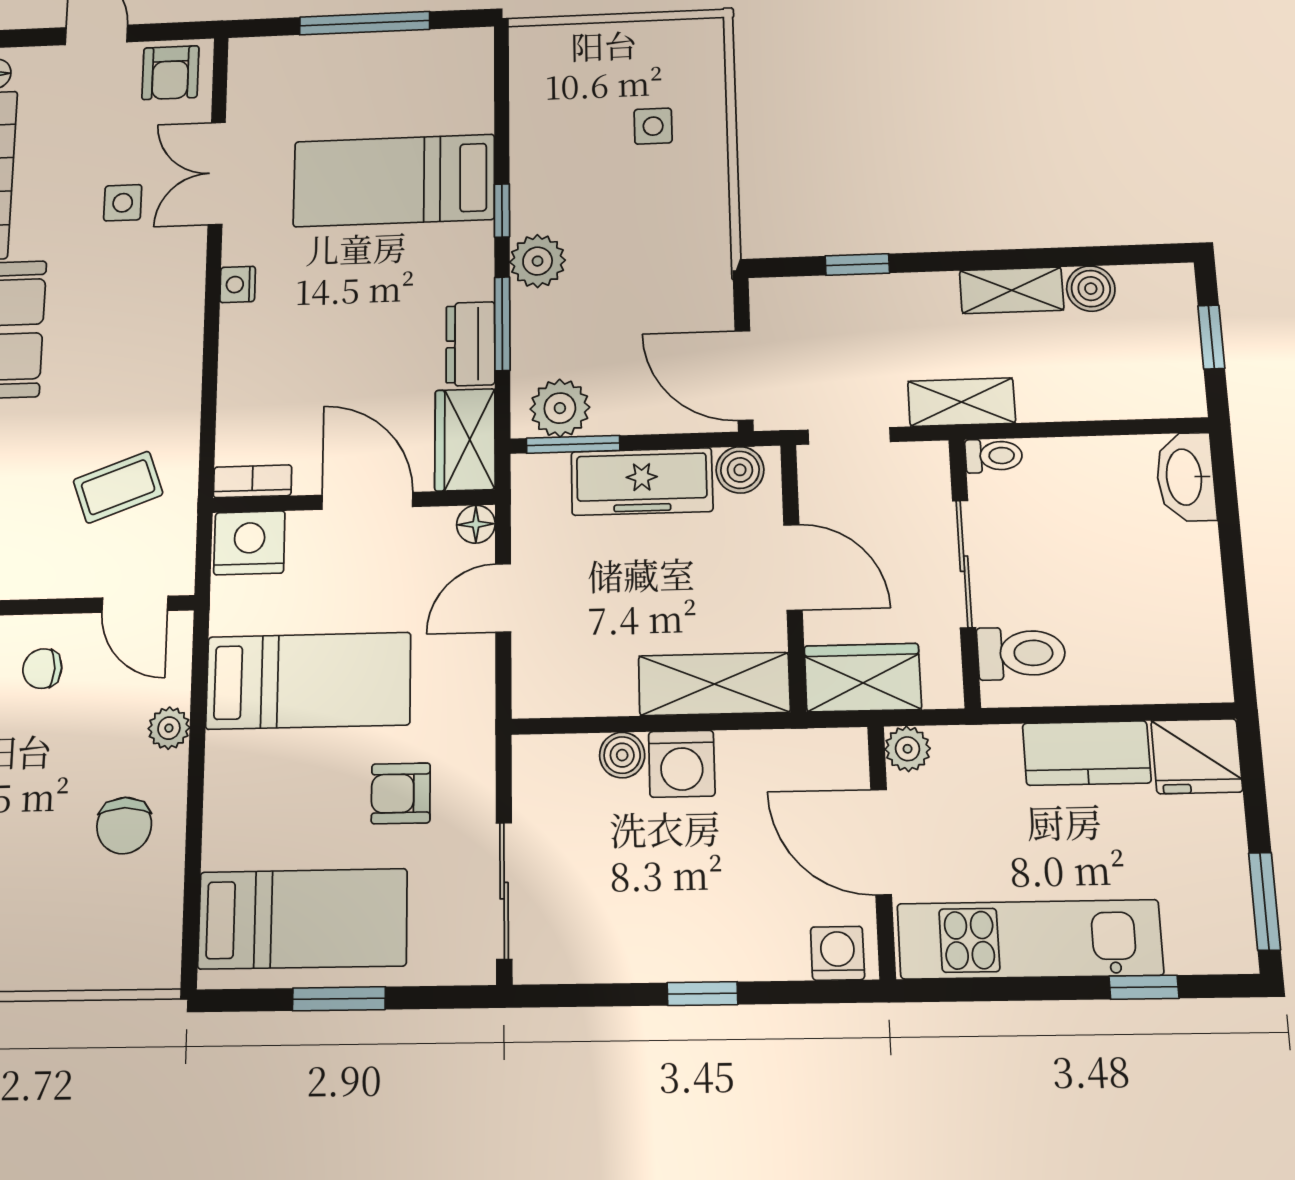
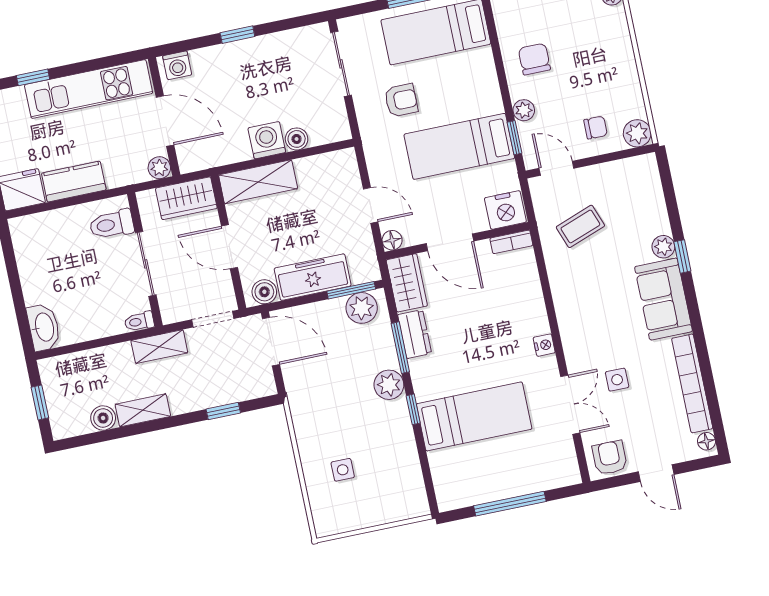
door: (503, 598) -> (371, 205), hinge flipped
window: (199, 678) -> (515, 138), added

